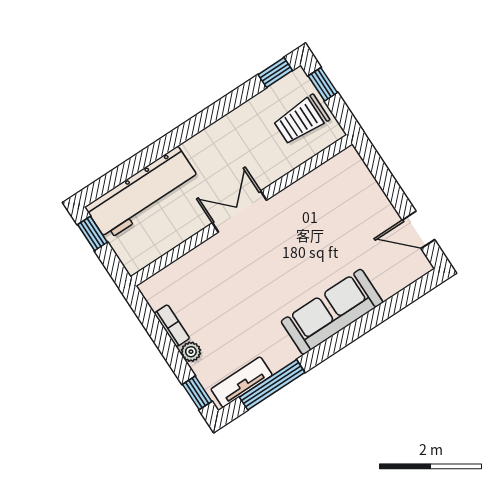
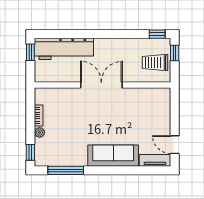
double door: (239, 212) -> (101, 85), width x1.37
tv unit: (242, 382) -> (155, 160), moved

